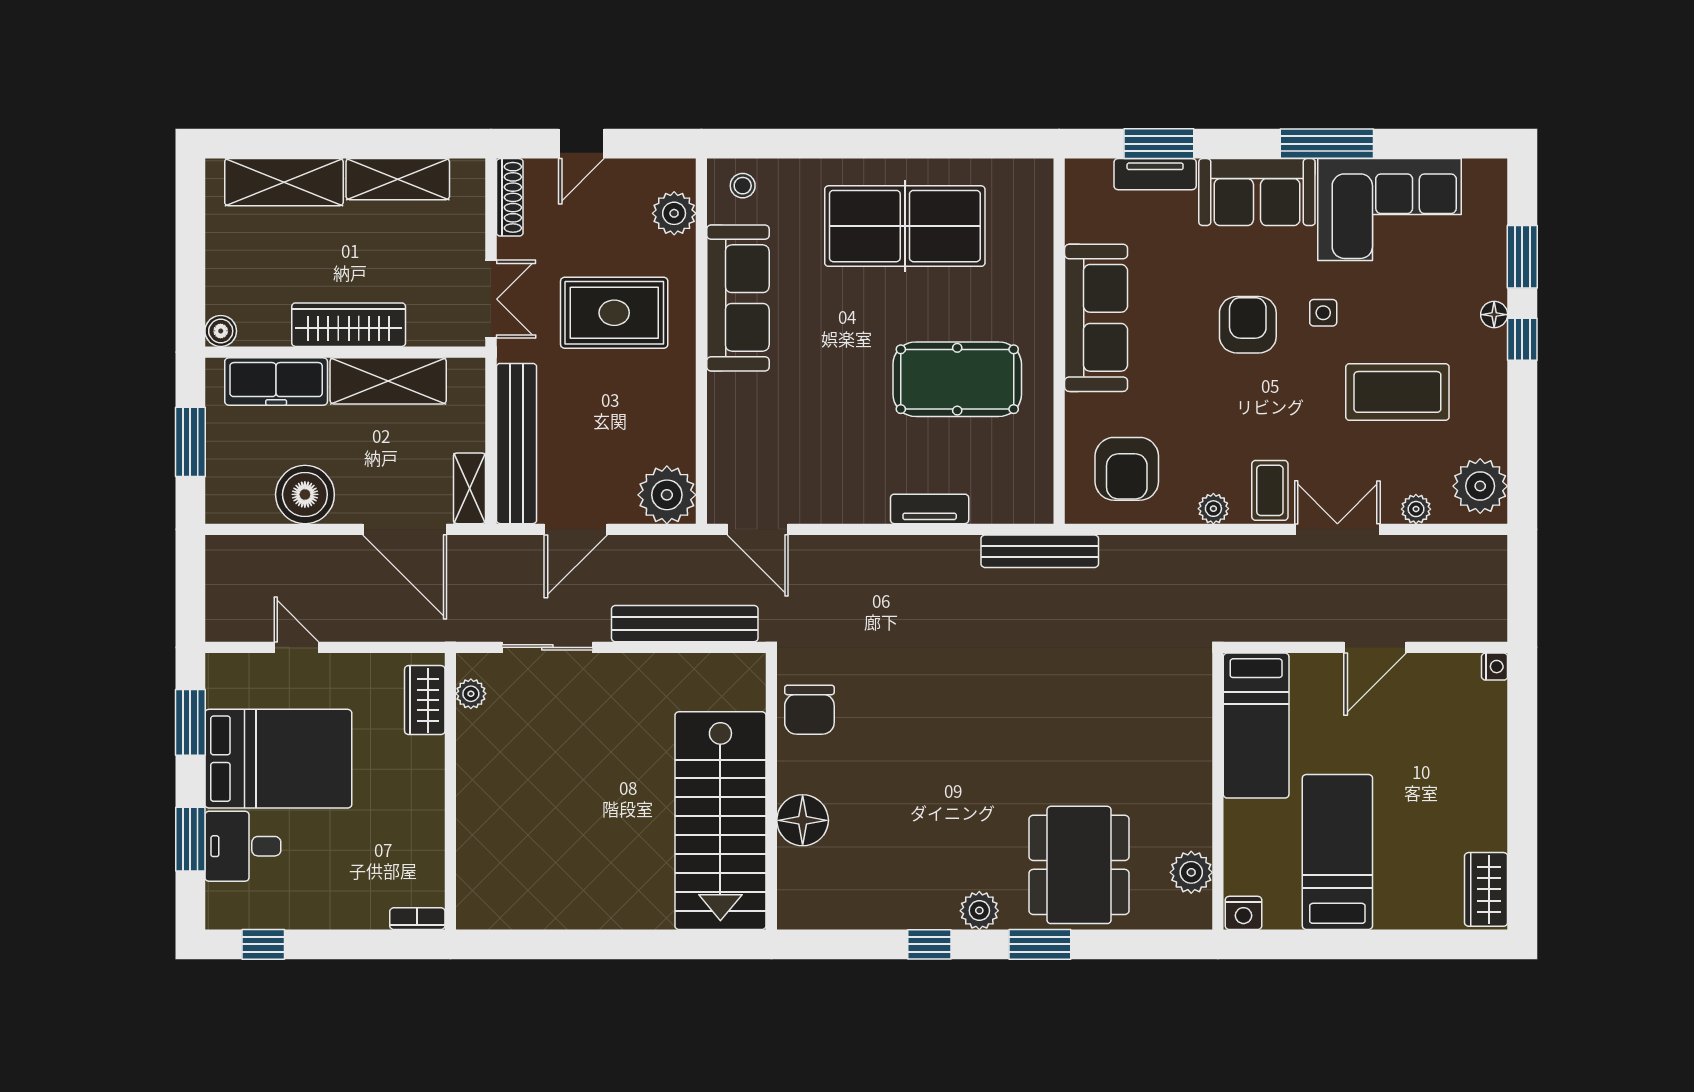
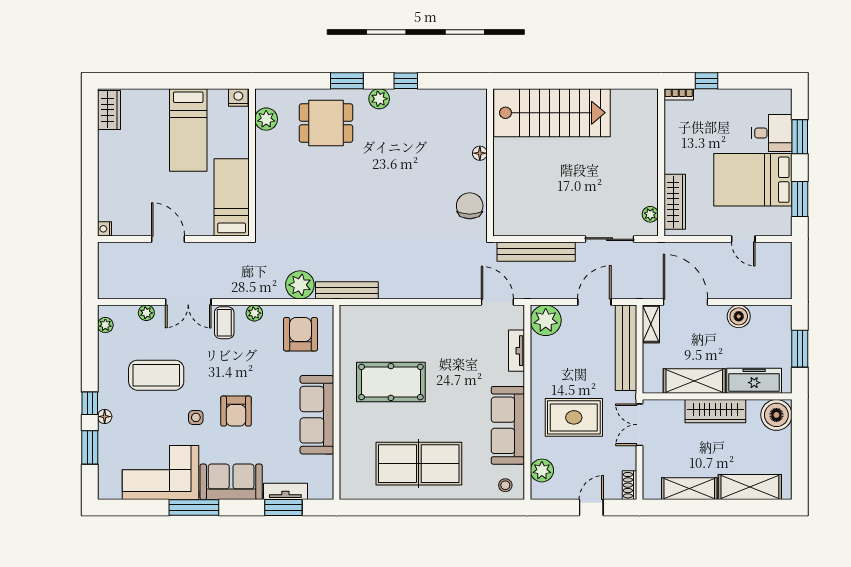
shoe rack: (510, 197) -> (630, 485), width x0.70
boiler: (221, 331) -> (776, 415), width x1.86, depth x1.86
plant: (1480, 486) -> (105, 325), width x0.53, depth x0.53
boiler: (305, 494) -> (739, 316), width x0.73, depth x0.73
tv unit: (930, 509) -> (516, 351), moved, turned 90
plant: (1128, 561) -> (300, 285), added
door: (1375, 647) -> (168, 239), hinge flipped
wardrobe: (425, 700) -> (675, 202), width x1.50
floor lamp: (803, 820) -> (480, 153), width x0.53, depth x0.53
stairs: (720, 821) -> (552, 113), moved, turned 90
dining table: (1079, 865) -> (326, 123), width x0.73
window: (263, 944) -> (706, 81), moved

